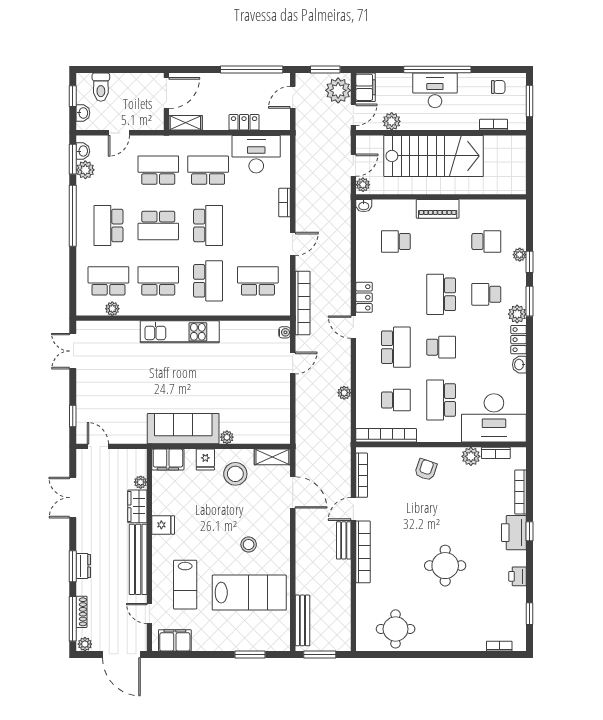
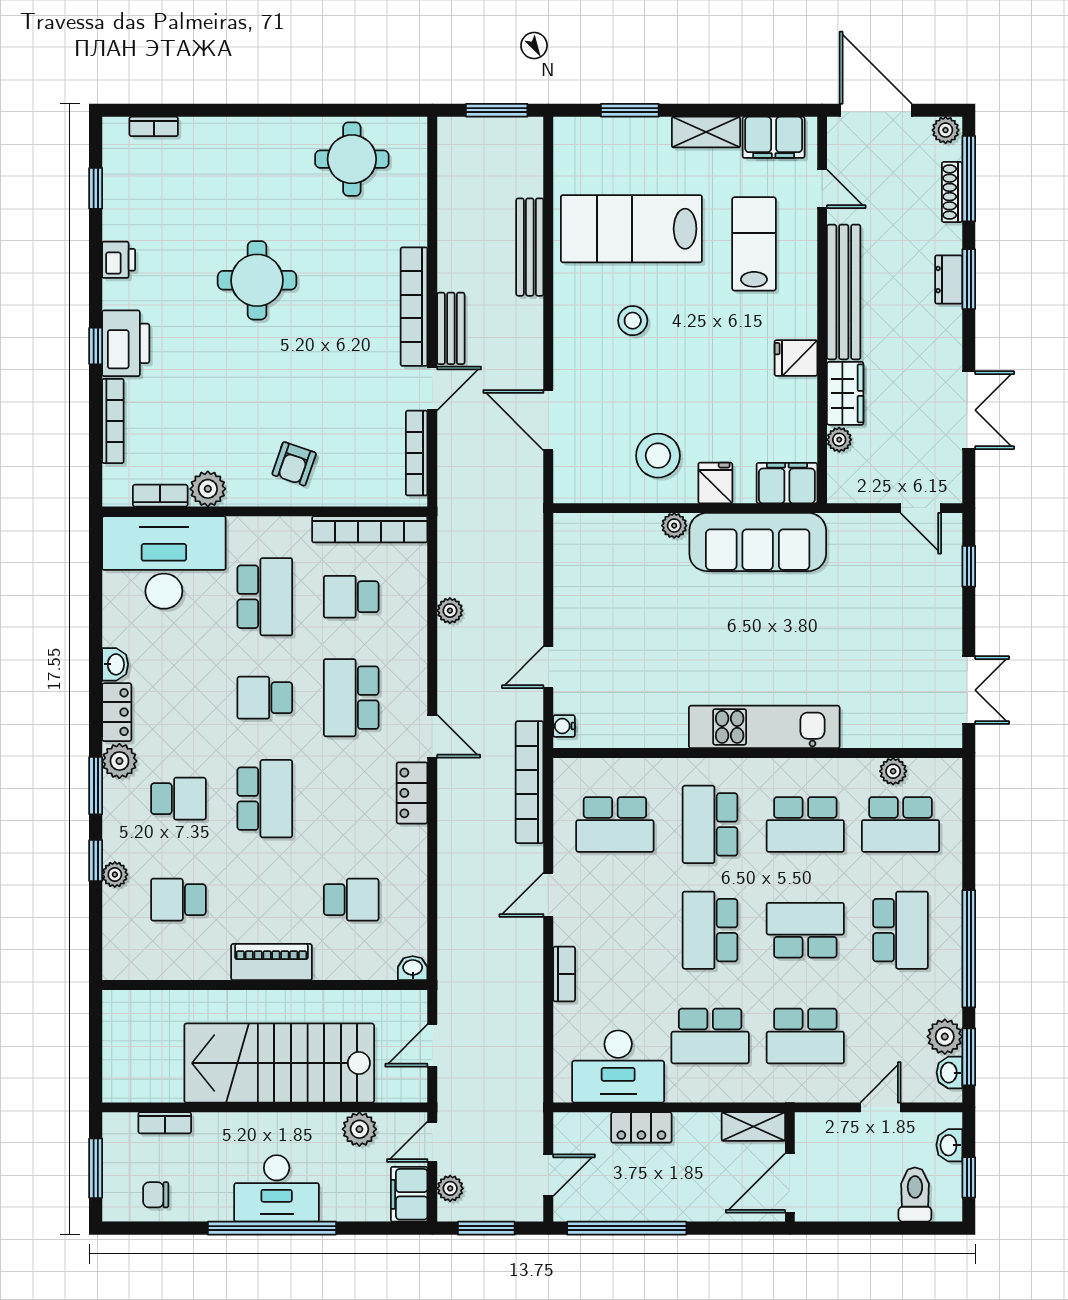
plant: (338, 90) -> (450, 1188), width x0.53, depth x0.53
plant: (363, 185) -> (414, 1008), removed
shelving: (272, 457) -> (706, 132), moved
bench: (302, 620) -> (530, 247), moved

